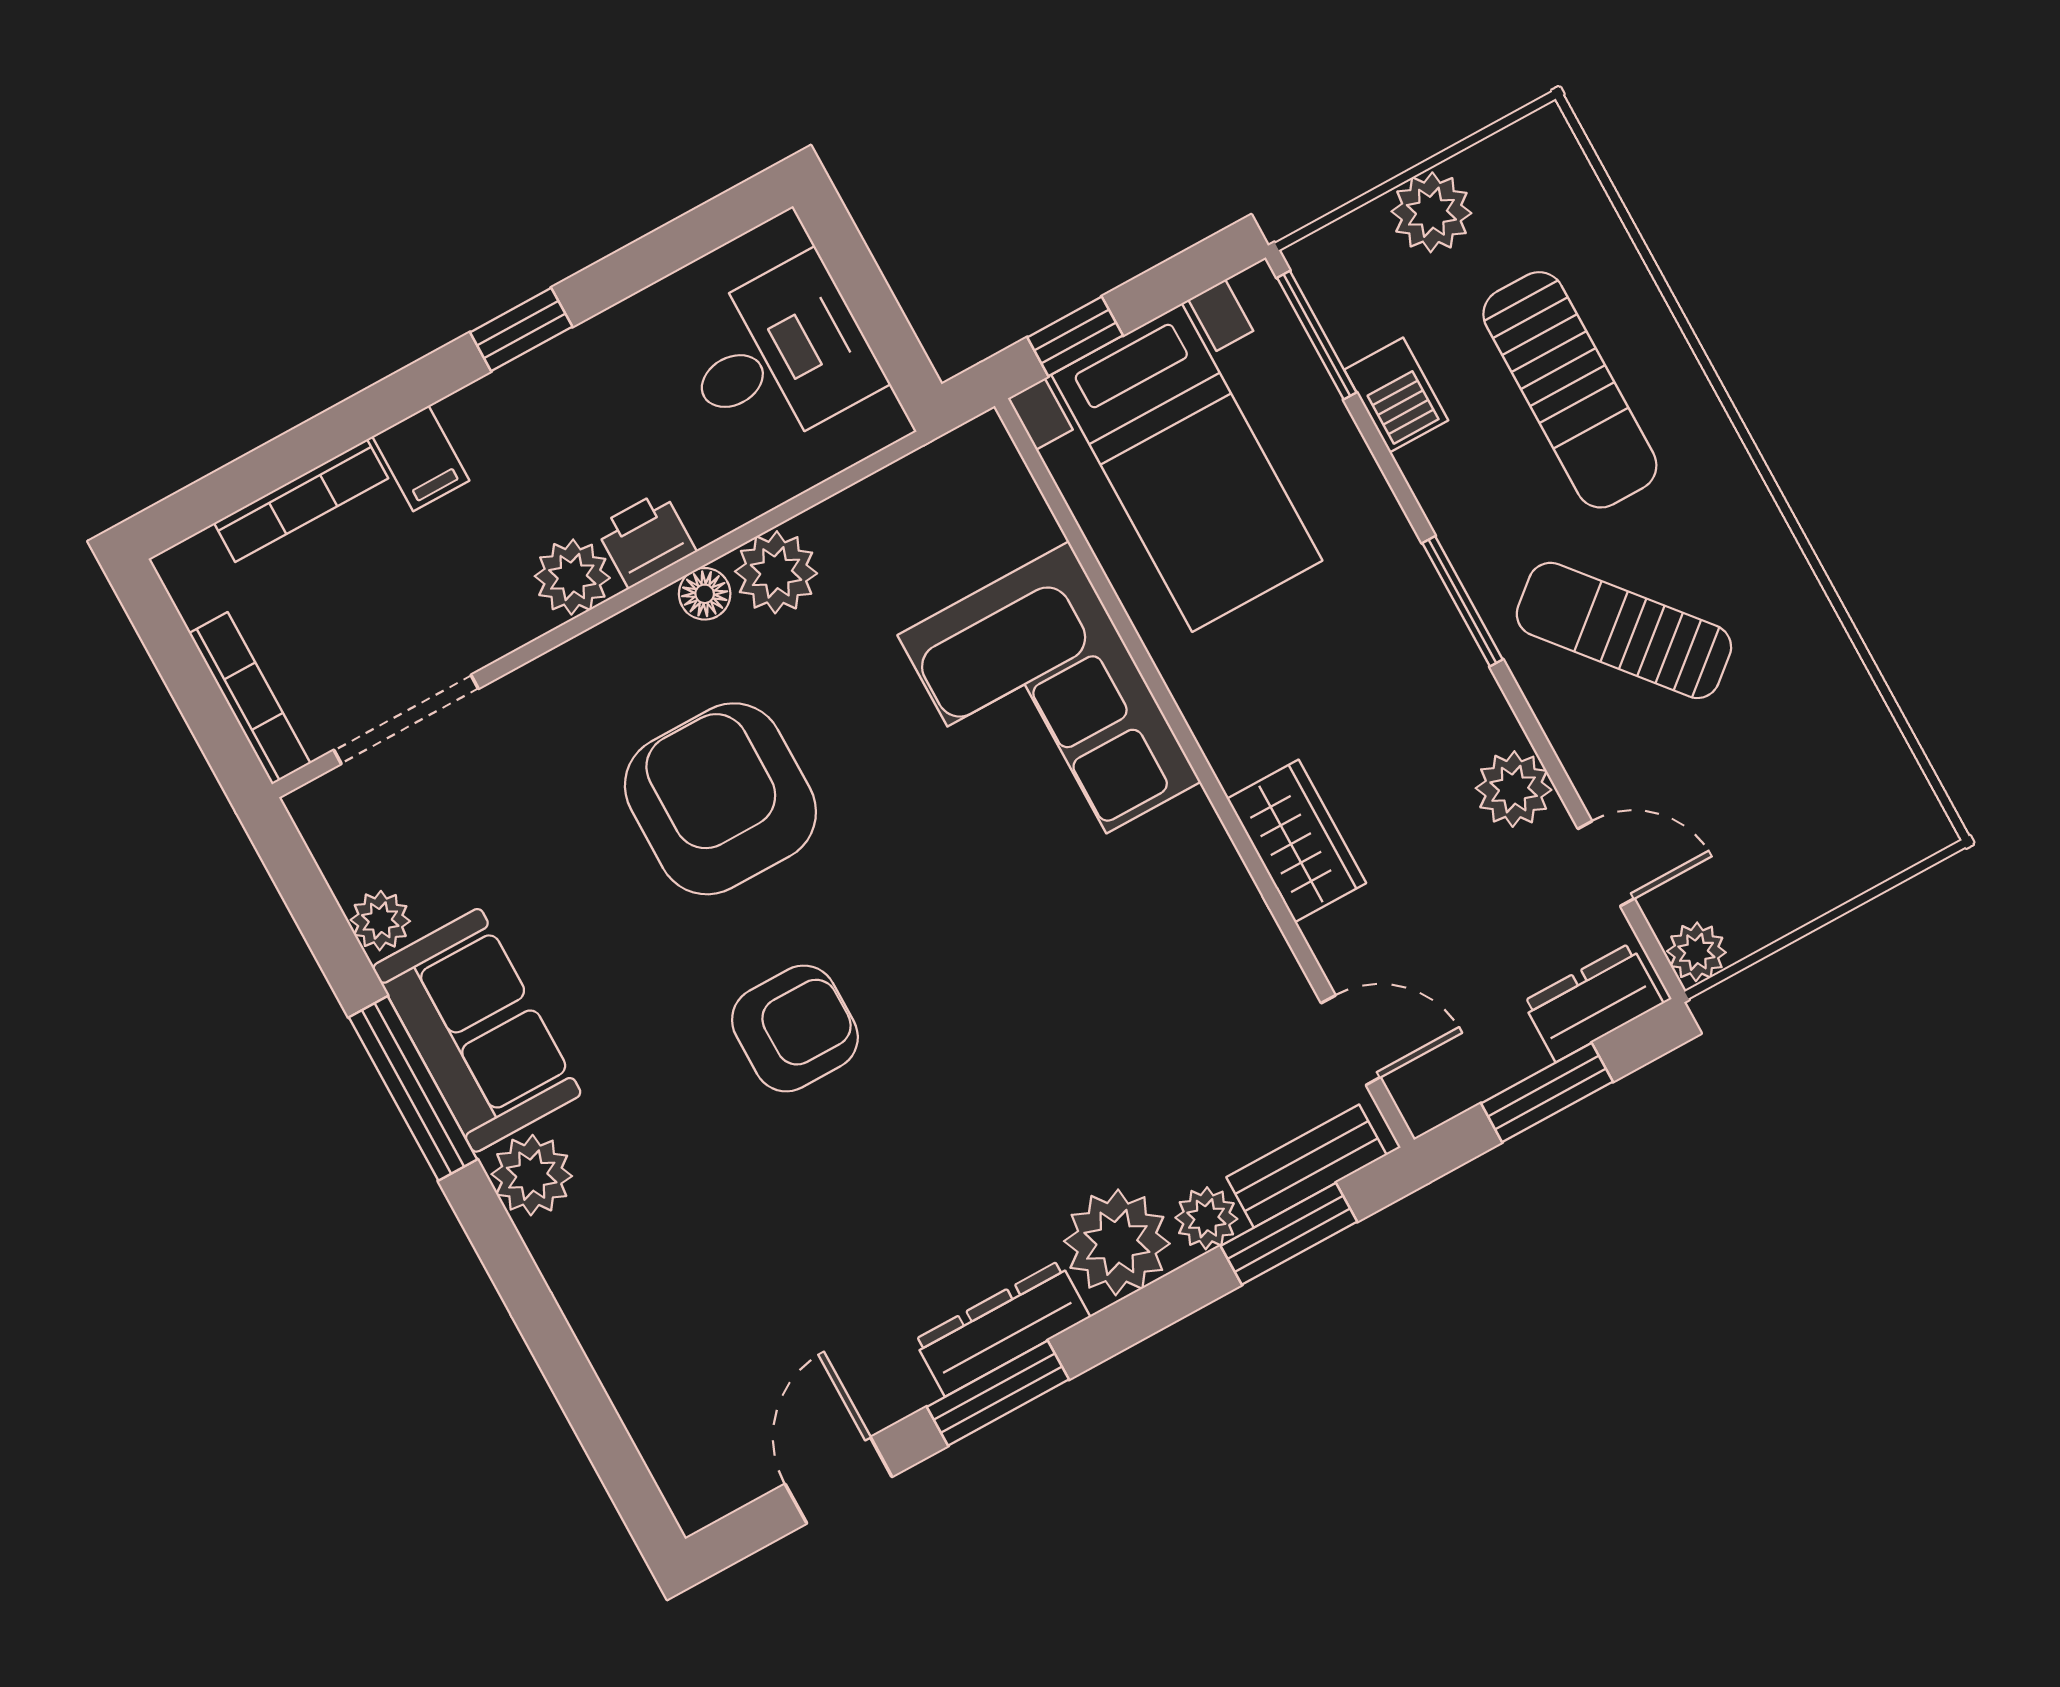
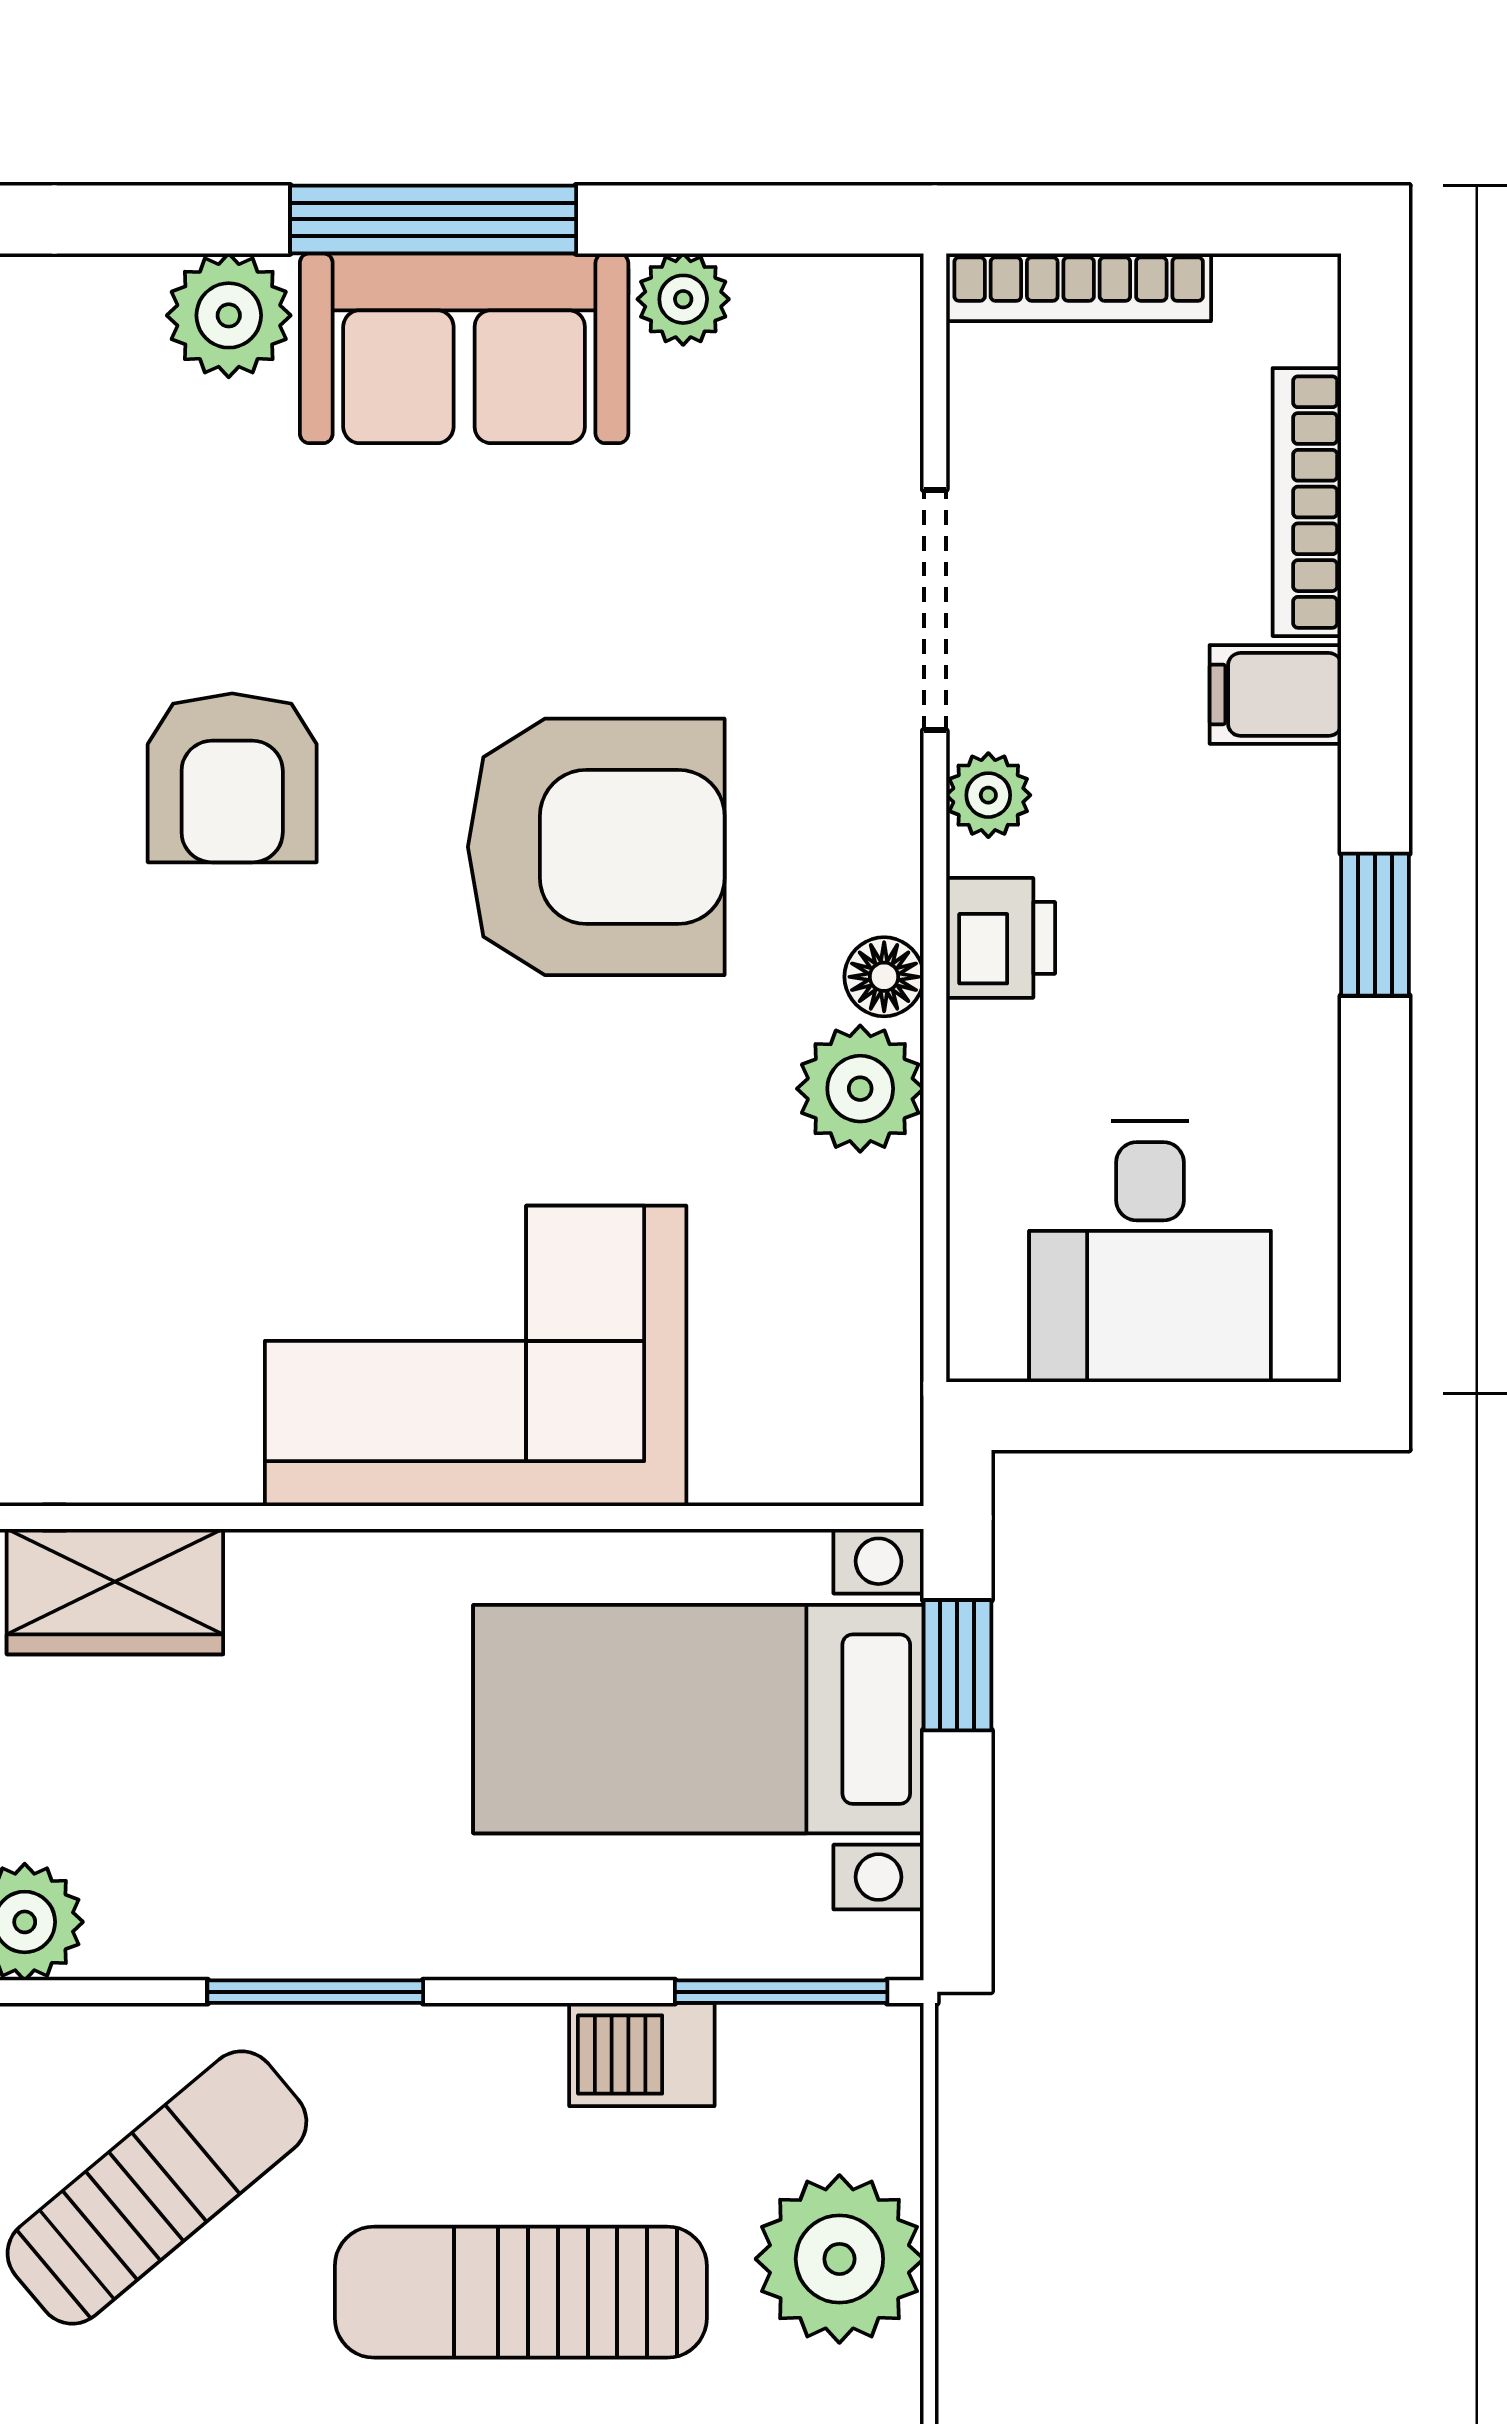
plant: (1431, 212) -> (839, 2259), width x1.36, depth x1.36
plant: (572, 577) -> (988, 795), width x0.73, depth x0.73
doorway: (406, 719) -> (935, 610), moved

